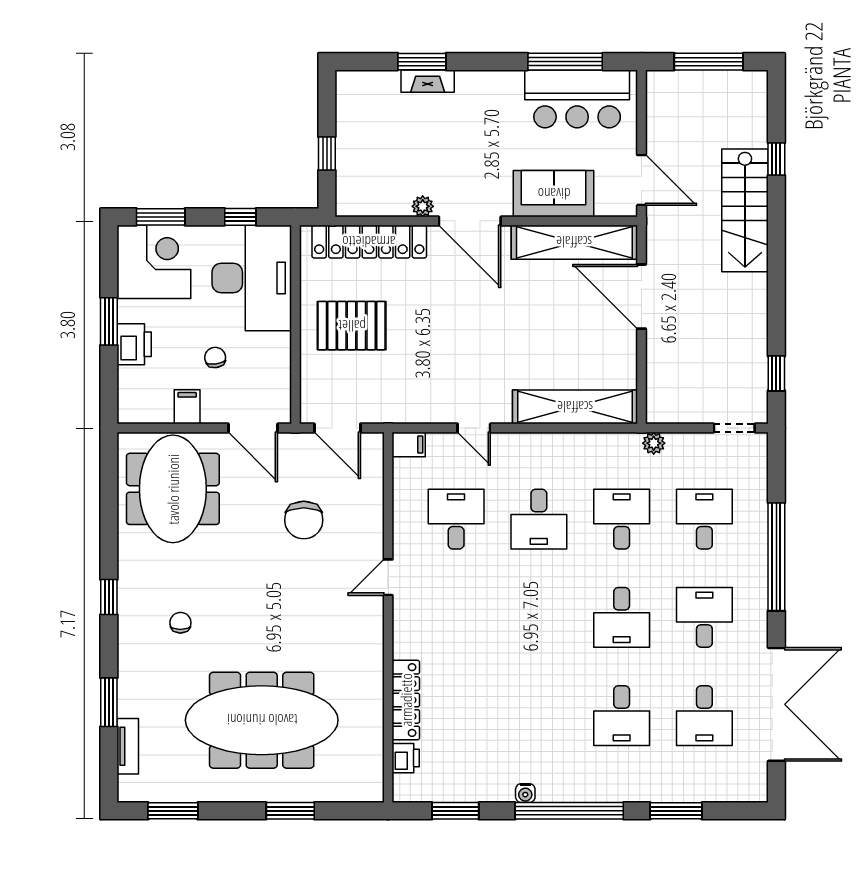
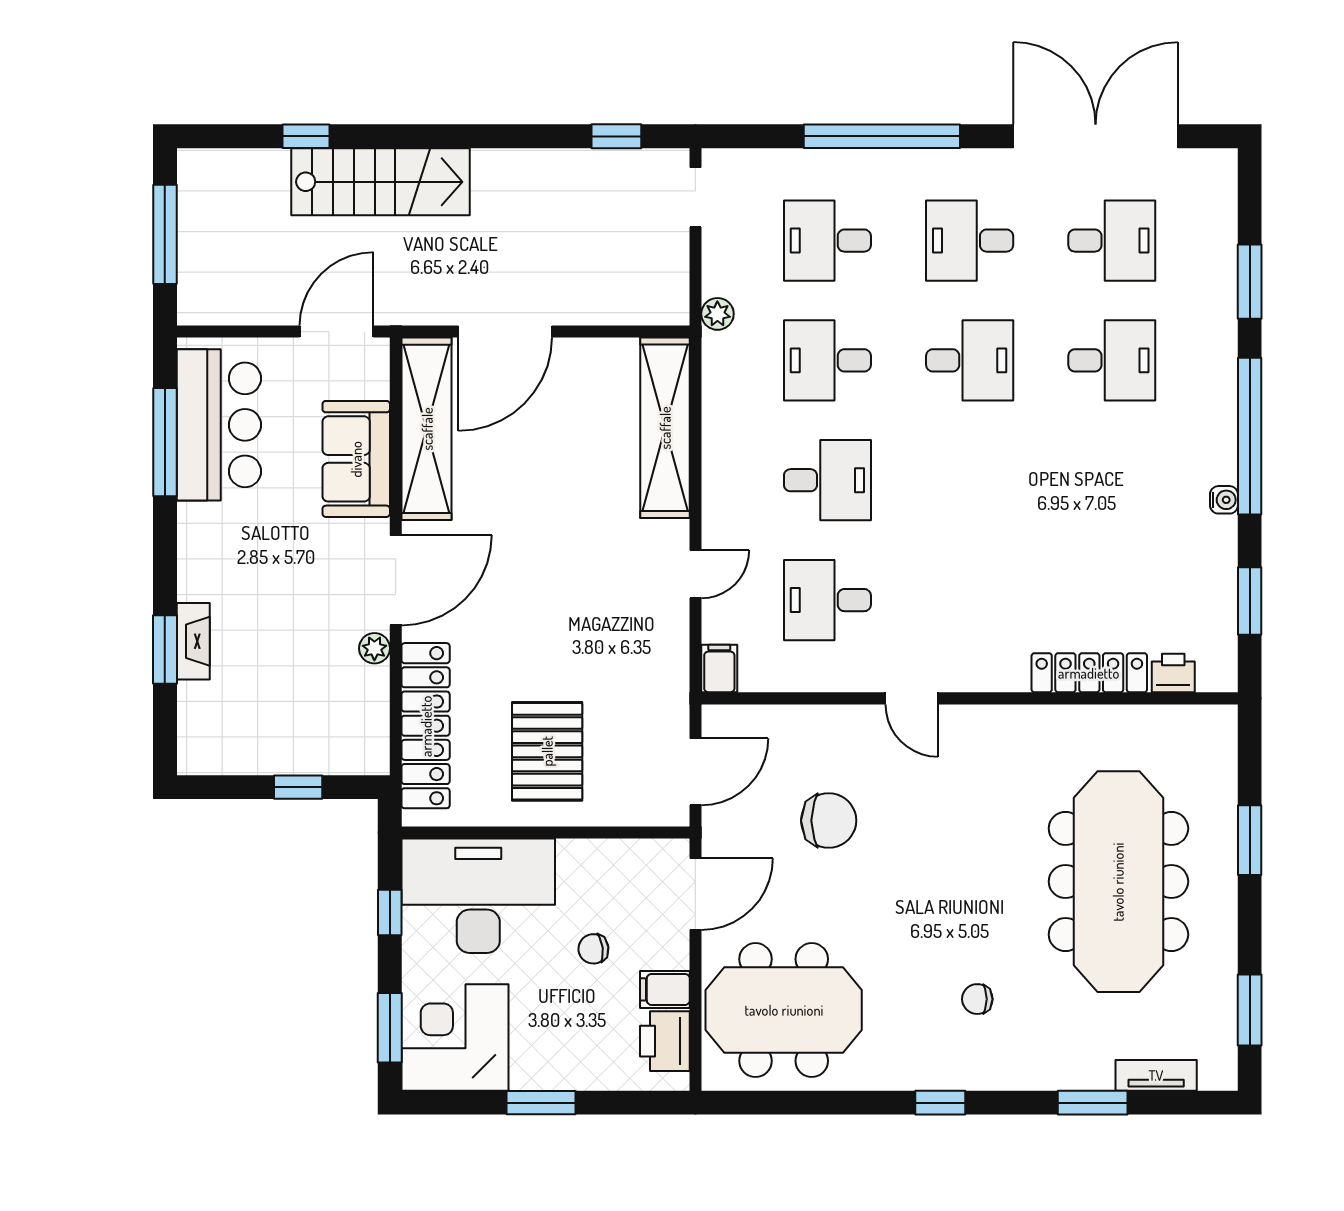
printer: (134, 344) -> (665, 1041), moved, turned -90

